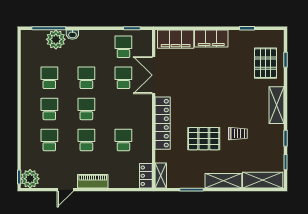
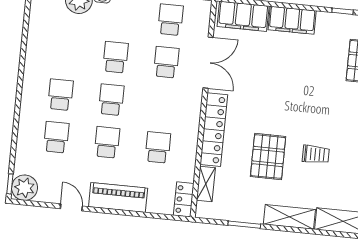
double door: (154, 75) -> (208, 63), swing flipped
school desk: (49, 78) -> (65, 52), removed
pallet: (204, 139) -> (268, 157), turned 90
shelving: (161, 176) -> (206, 184), moved
piano: (93, 181) -> (118, 198), width x1.37, depth x1.33
door: (65, 190) -> (71, 207), swing flipped

